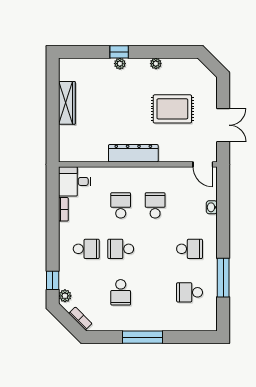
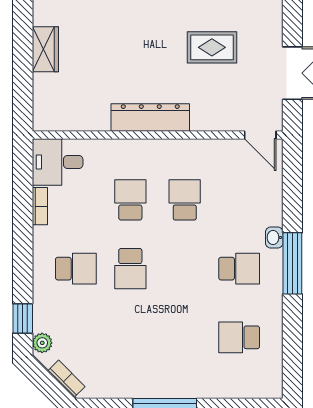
wardrobe: (67, 103) -> (45, 49), width x0.67
rug: (172, 109) -> (212, 47), width x0.73, depth x0.70
washbasin: (212, 207) -> (274, 238), moved
school desk: (121, 249) -> (130, 269), turned -90
window: (223, 278) -> (292, 263), moved
school desk: (121, 292) -> (130, 337), removed

